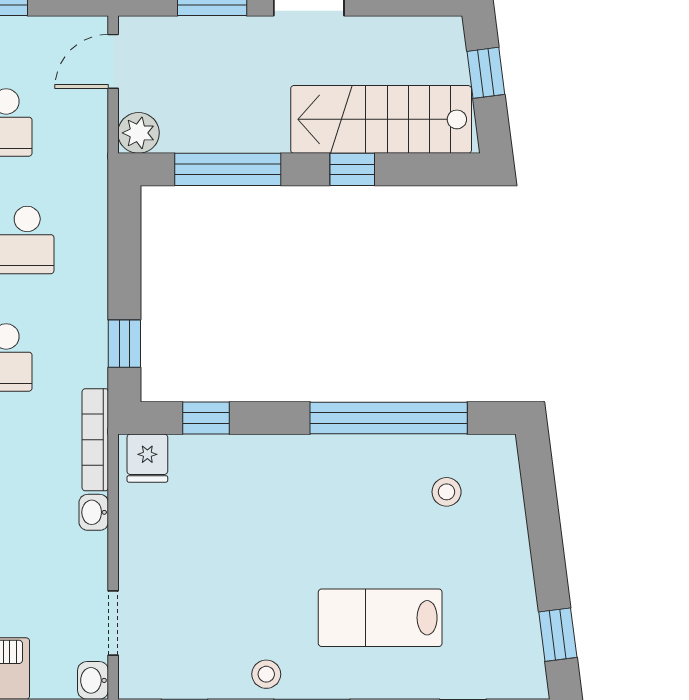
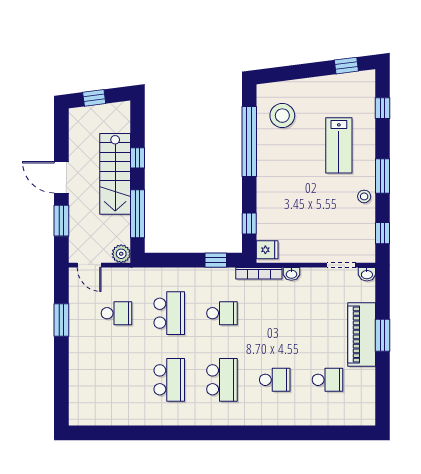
stairs: (381, 119) -> (115, 174), moved
stool: (447, 492) -> (282, 116), width x1.89, depth x1.89

